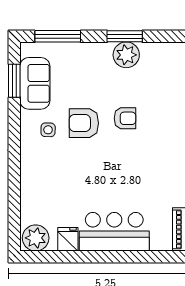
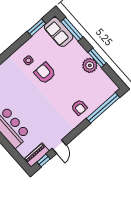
sofa: (35, 83) -> (59, 32), moved, turned 90
armchair: (125, 118) -> (79, 107), moved

